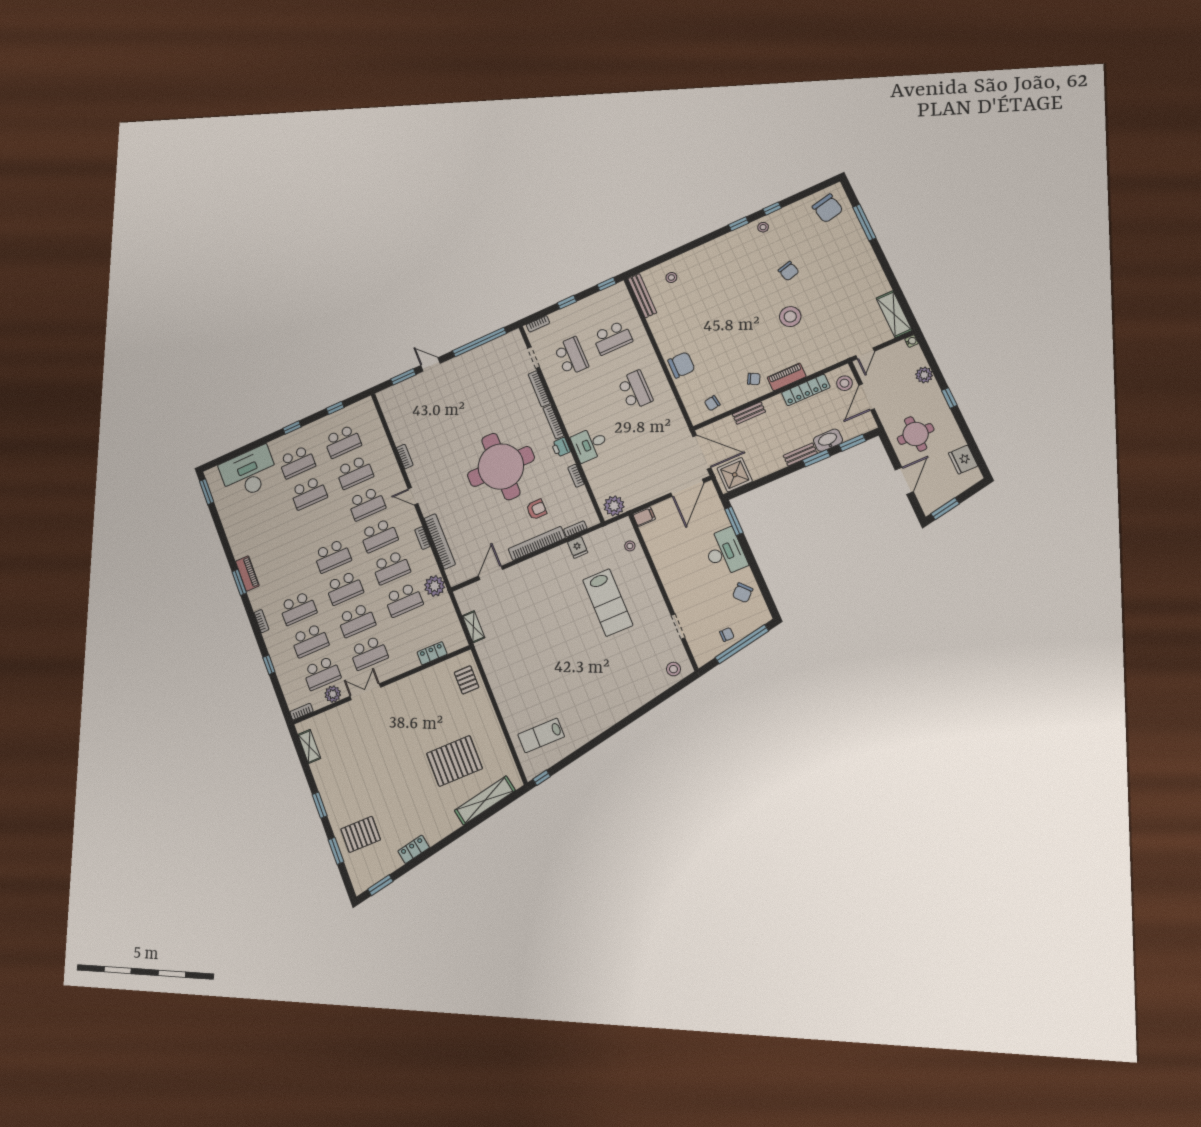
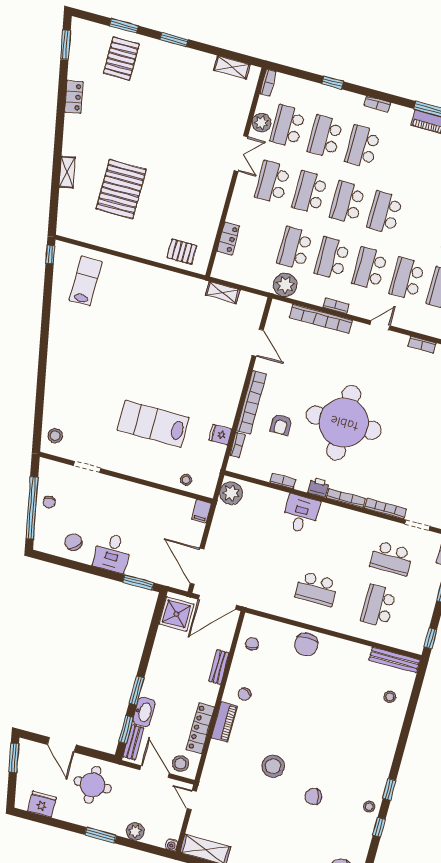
window: (949, 398) -> (100, 835), width x1.50
bench: (800, 454) -> (133, 742), moved
desk: (725, 552) -> (112, 553), width x0.73
shelving: (485, 800) -> (67, 172), width x0.45, depth x0.75

